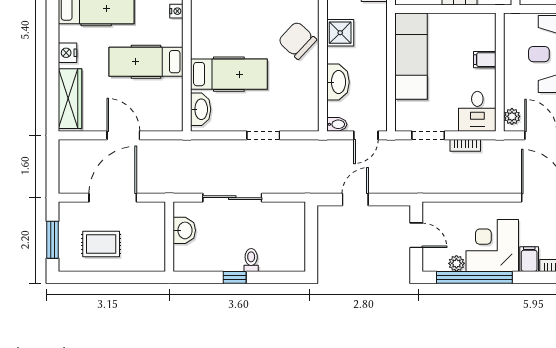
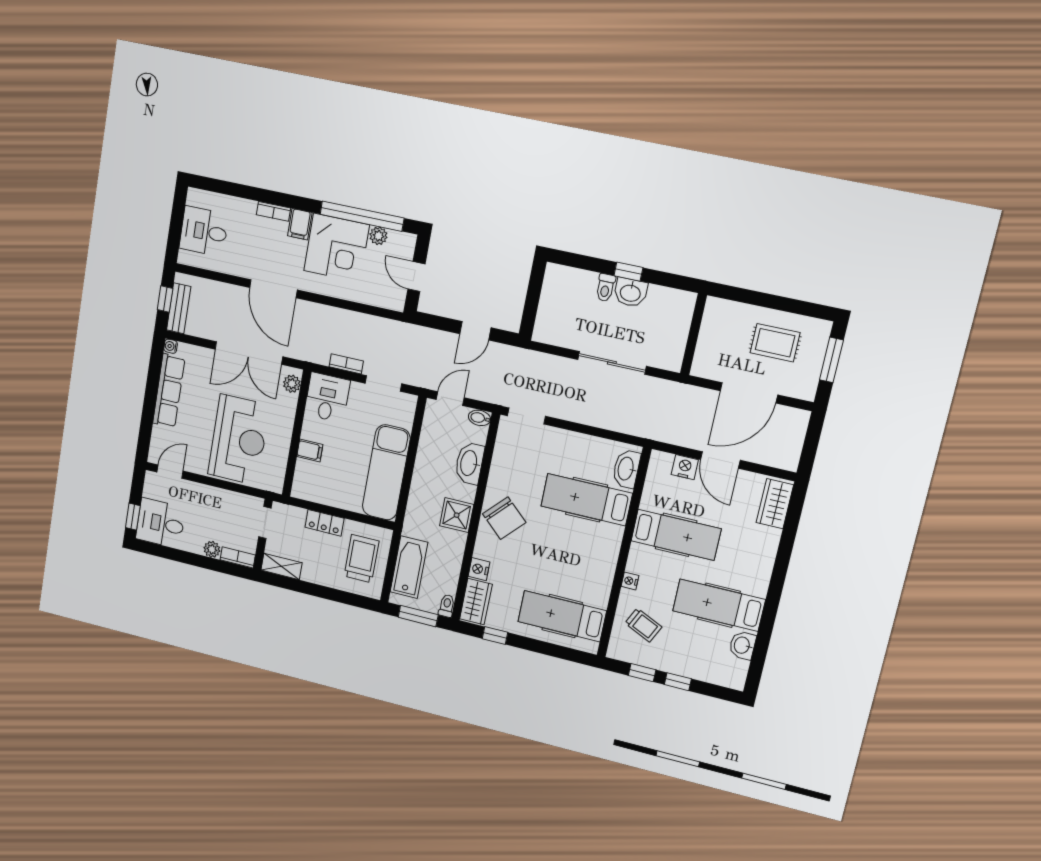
nightstand: (68, 53) -> (685, 467), moved, turned -90
wardrobe: (70, 99) -> (775, 504), width x0.67
doorway: (263, 135) -> (526, 416), moved
washbasin: (184, 230) -> (630, 292), moved, turned -90

